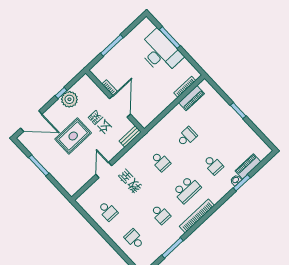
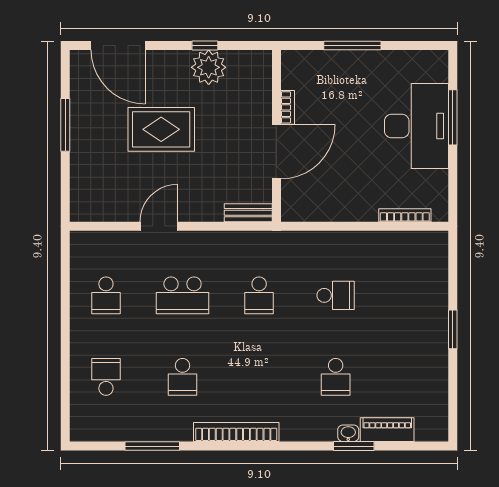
piano: (192, 98) -> (399, 243), removed
school desk: (187, 190) -> (183, 295), moved

